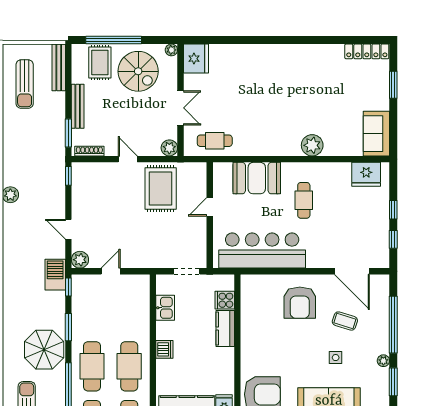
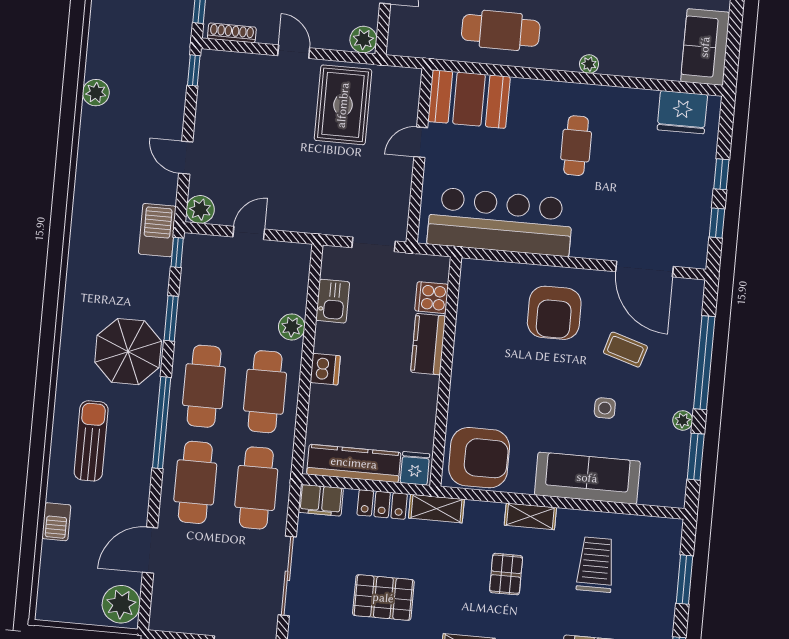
cafe table: (215, 141) -> (501, 30), moved, width x1.37, depth x1.35
plant: (312, 145) -> (589, 64), width x0.53, depth x0.53
booth: (257, 178) -> (469, 99), moved
plant: (142, 326) -> (292, 327), added

